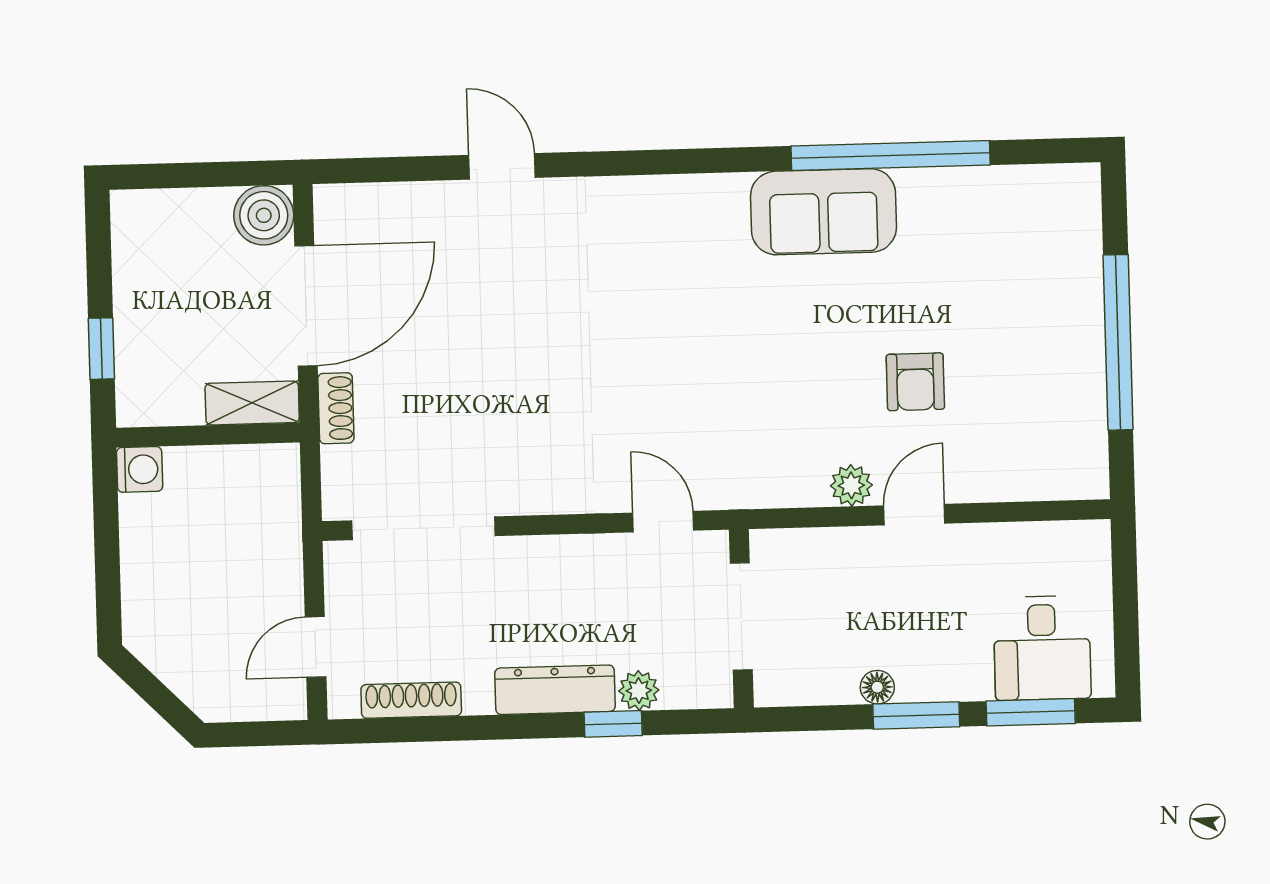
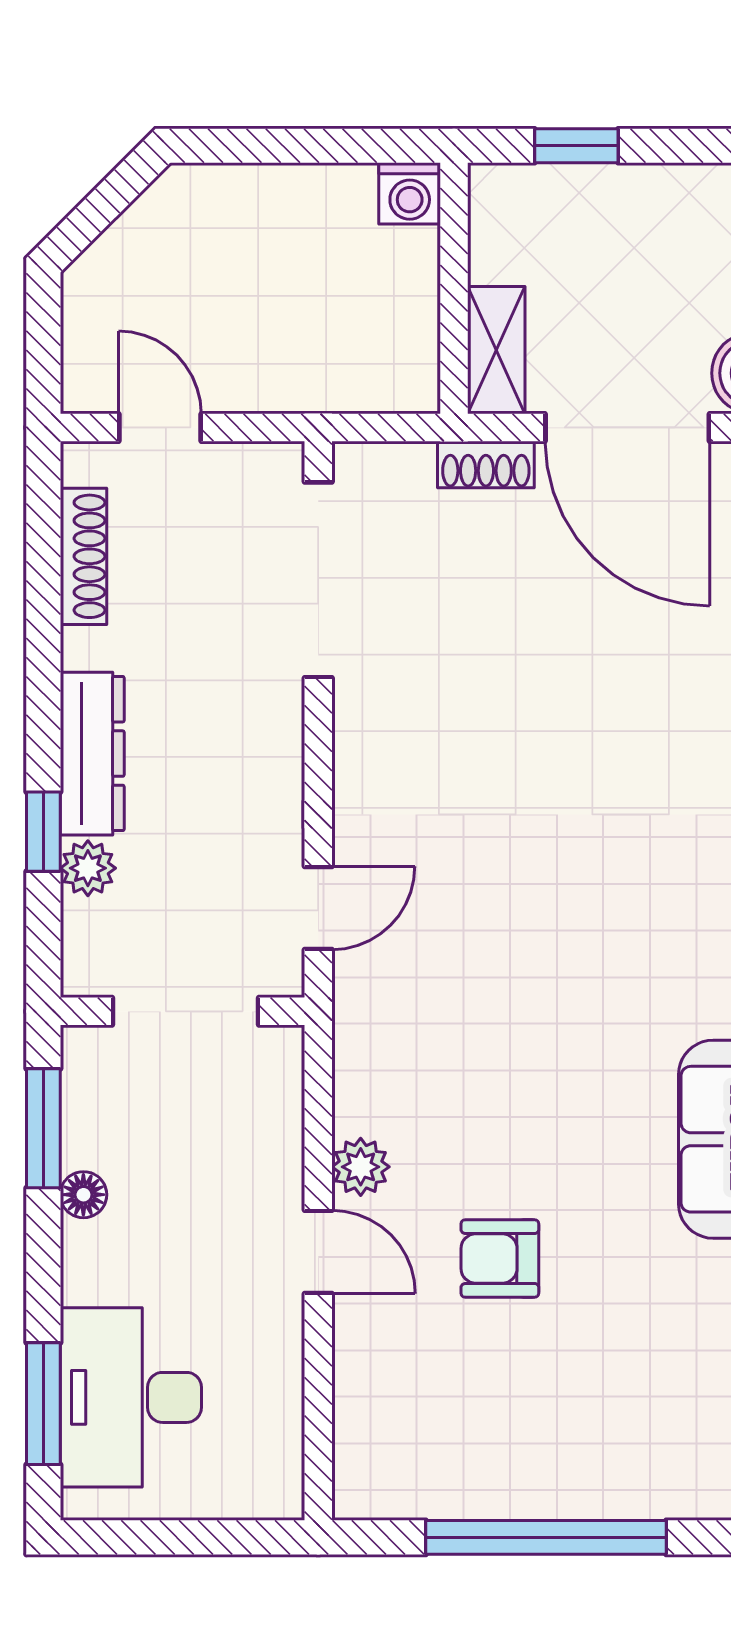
desk: (1042, 648) -> (131, 1397), width x1.37
window: (916, 715) -> (43, 1128), moved

